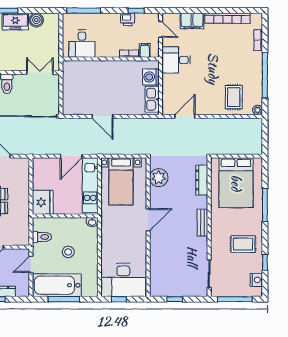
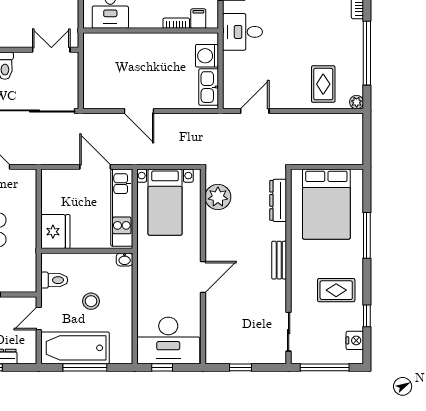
door: (71, 156) -> (95, 167), swing flipped
door: (148, 220) -> (203, 277), moved

